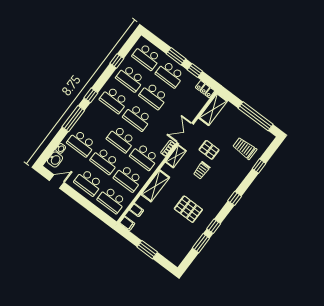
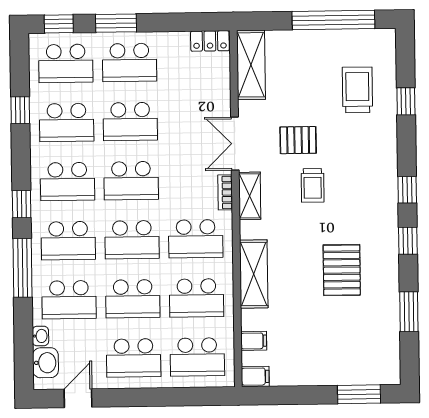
window: (195, 71) -> (59, 24), moved
school desk: (98, 122) -> (68, 241), added
trolley: (245, 148) -> (357, 90), turned 90
pallet: (188, 209) -> (342, 270), turned 90
window: (214, 226) -> (408, 241), moved
window: (147, 250) -> (359, 394), moved

